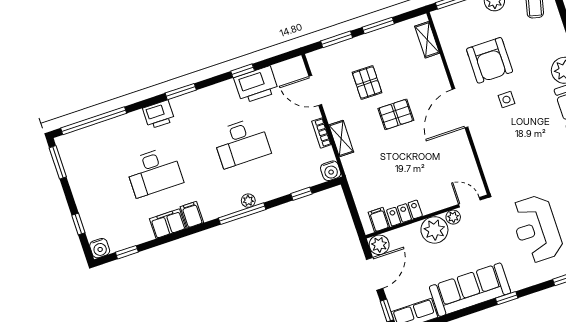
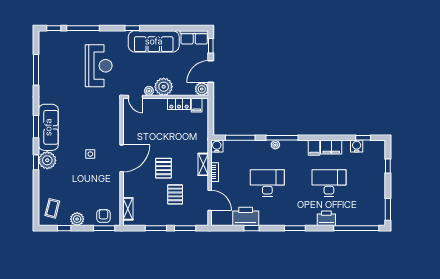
armchair: (490, 60) -> (103, 216), moved, width x0.53, depth x0.53
pallet: (396, 114) -> (164, 168), turned 90
printer: (159, 115) -> (326, 218), moved
window: (301, 194) -> (240, 138), width x2.17
water cooler: (100, 248) -> (357, 146), moved

